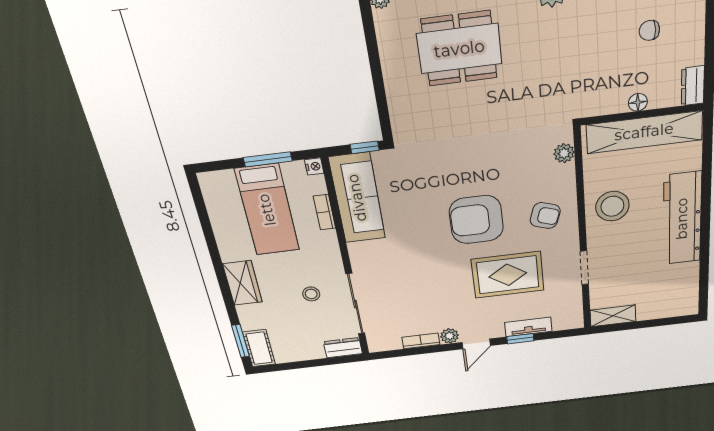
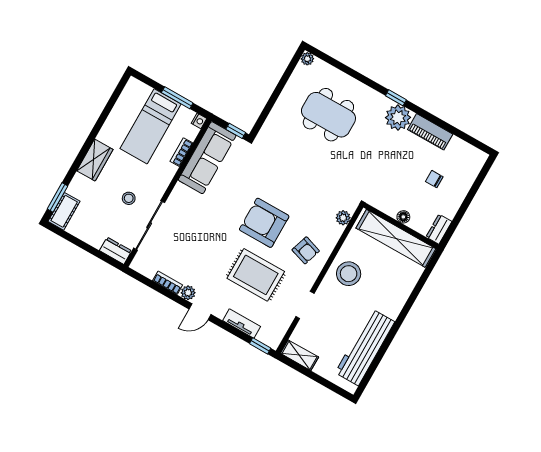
workbench: (682, 219) -> (365, 347), moved
window: (520, 339) -> (260, 346), moved

